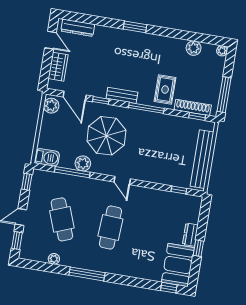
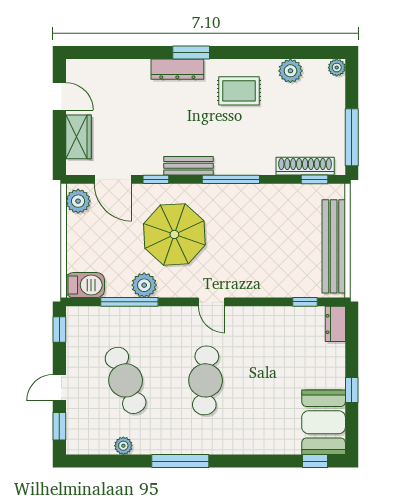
dresser: (78, 28) -> (177, 69), moved
rug: (165, 89) -> (239, 91), moved, turned 90
dresser: (190, 235) -> (335, 324), moved

